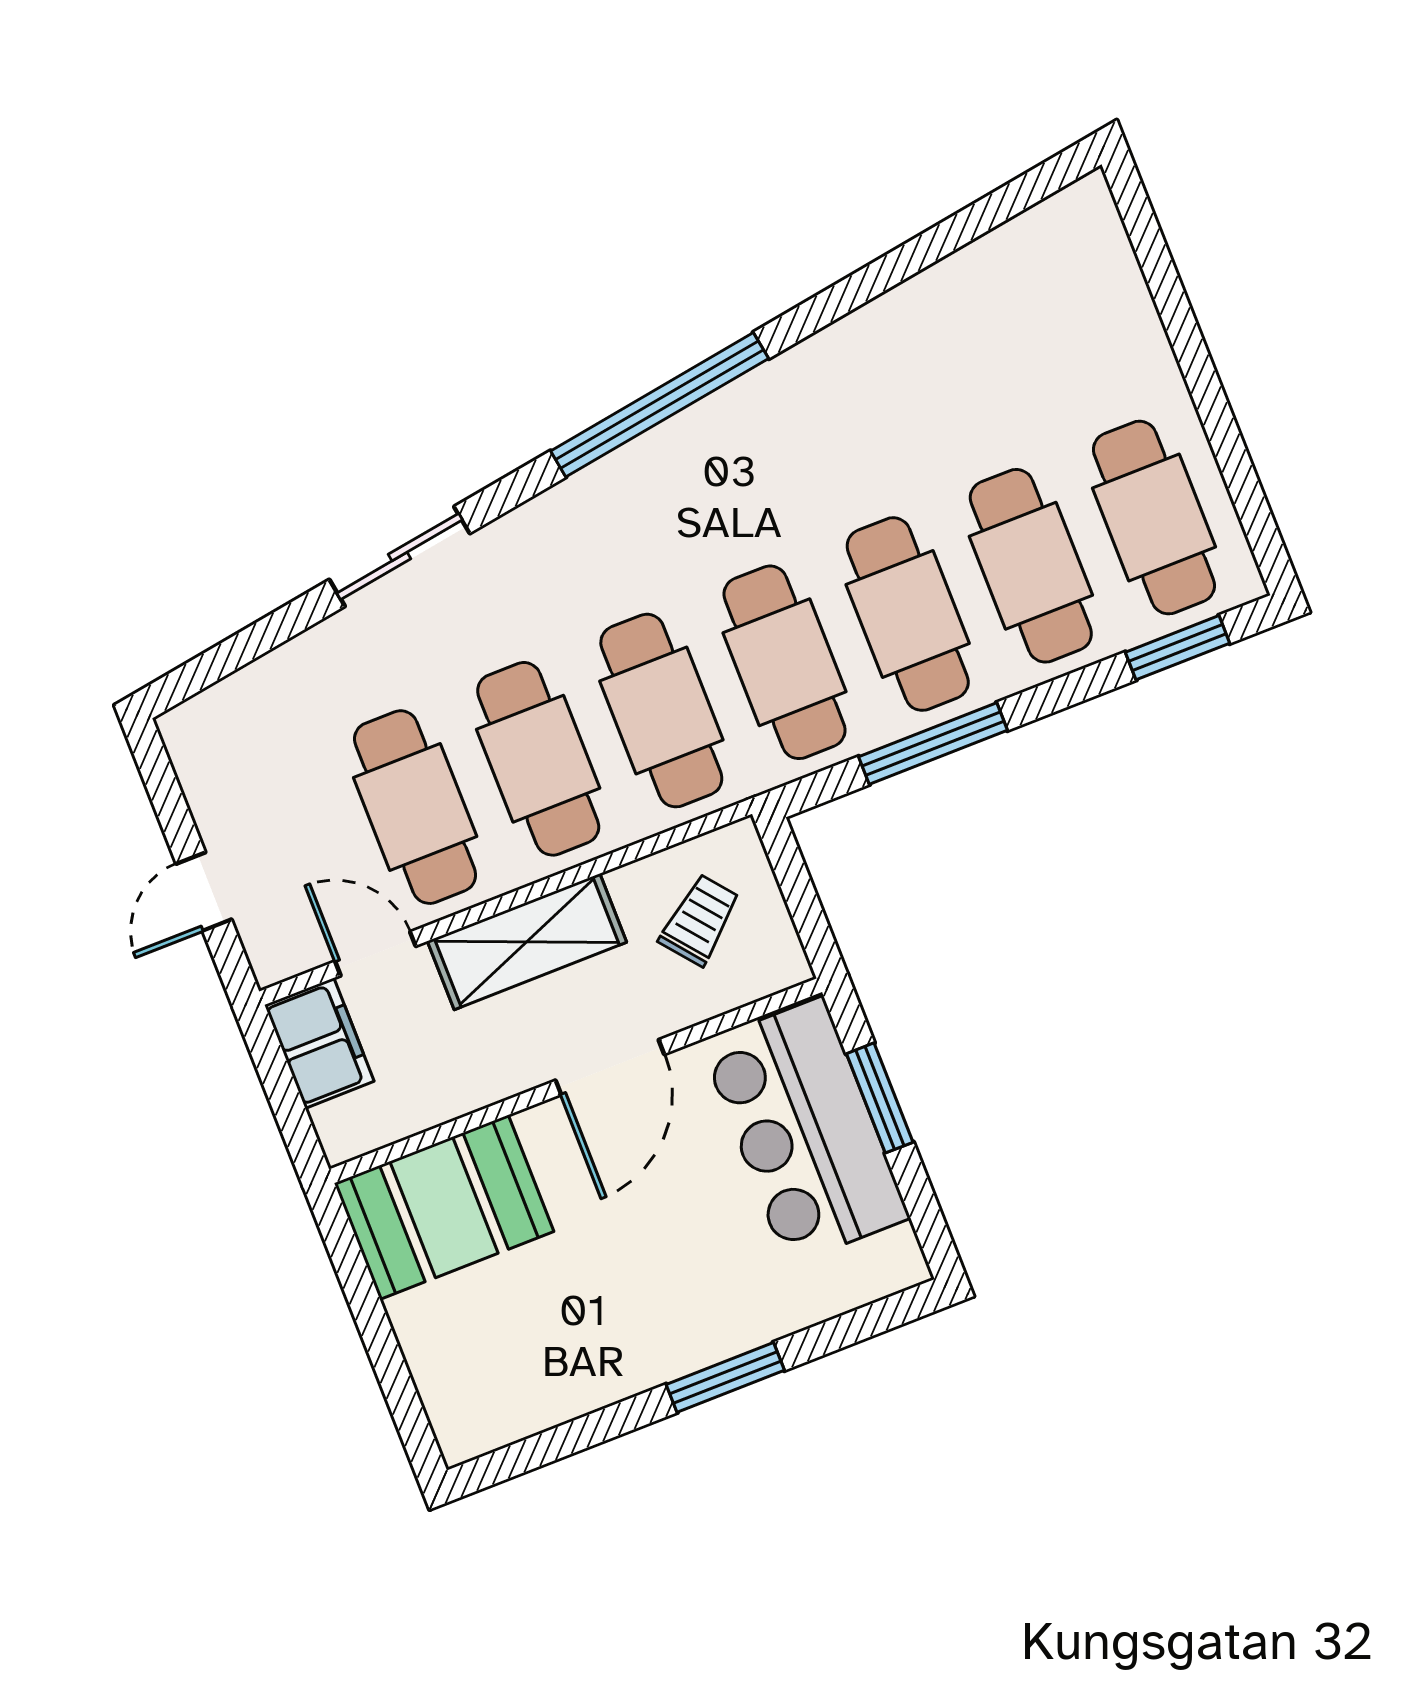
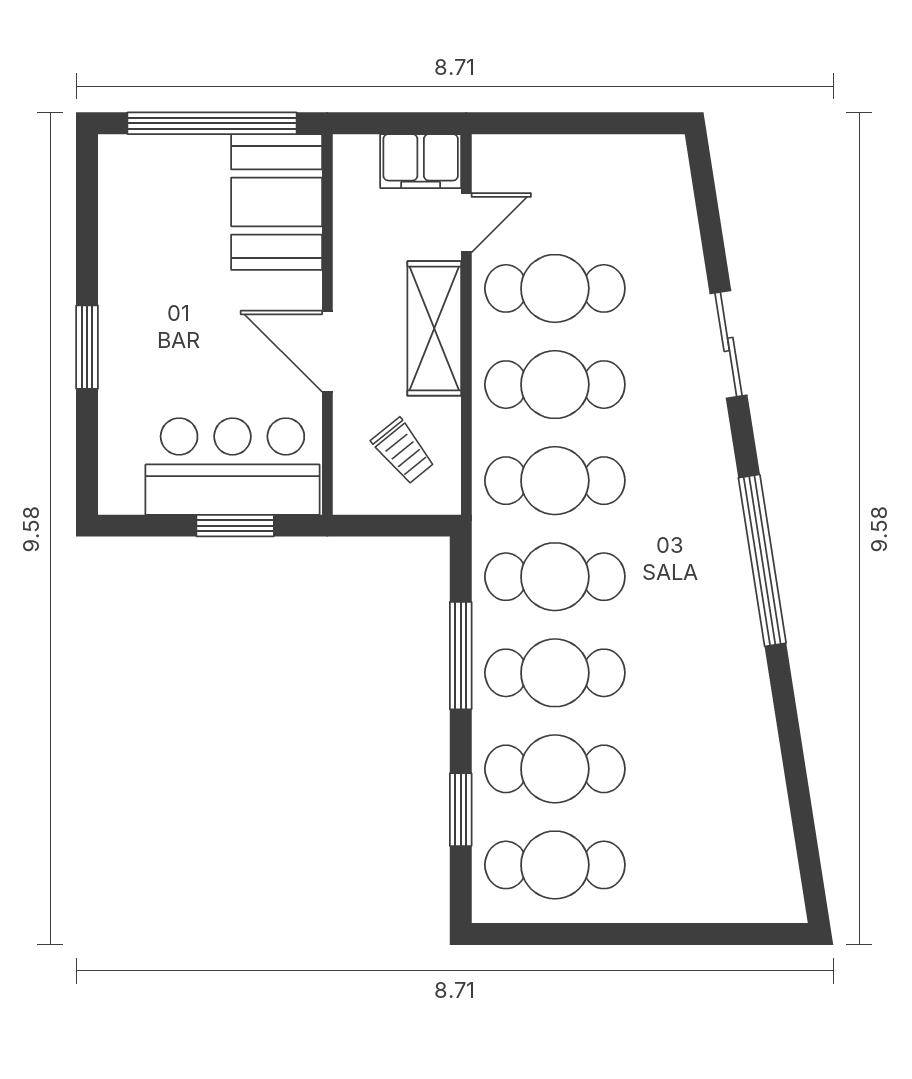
window: (1177, 648) -> (461, 810), moved
door: (204, 892) -> (554, 123), removed
window: (376, 1330) -> (212, 123), added

